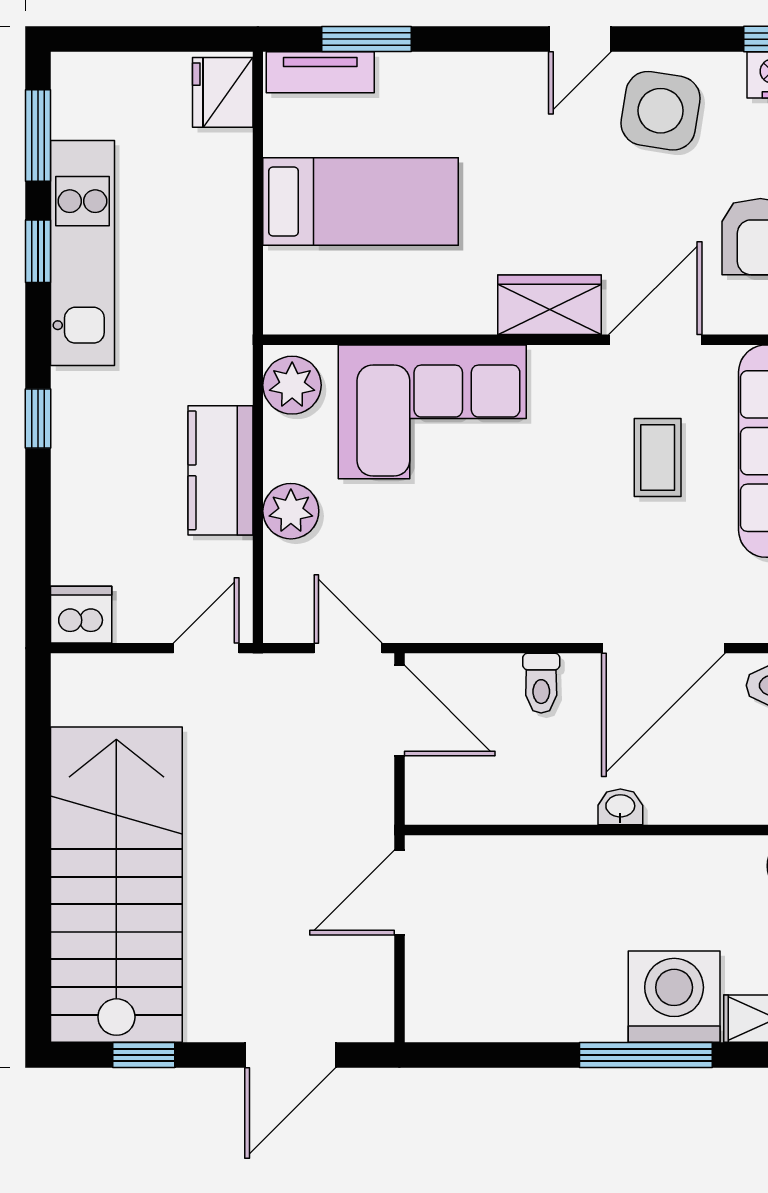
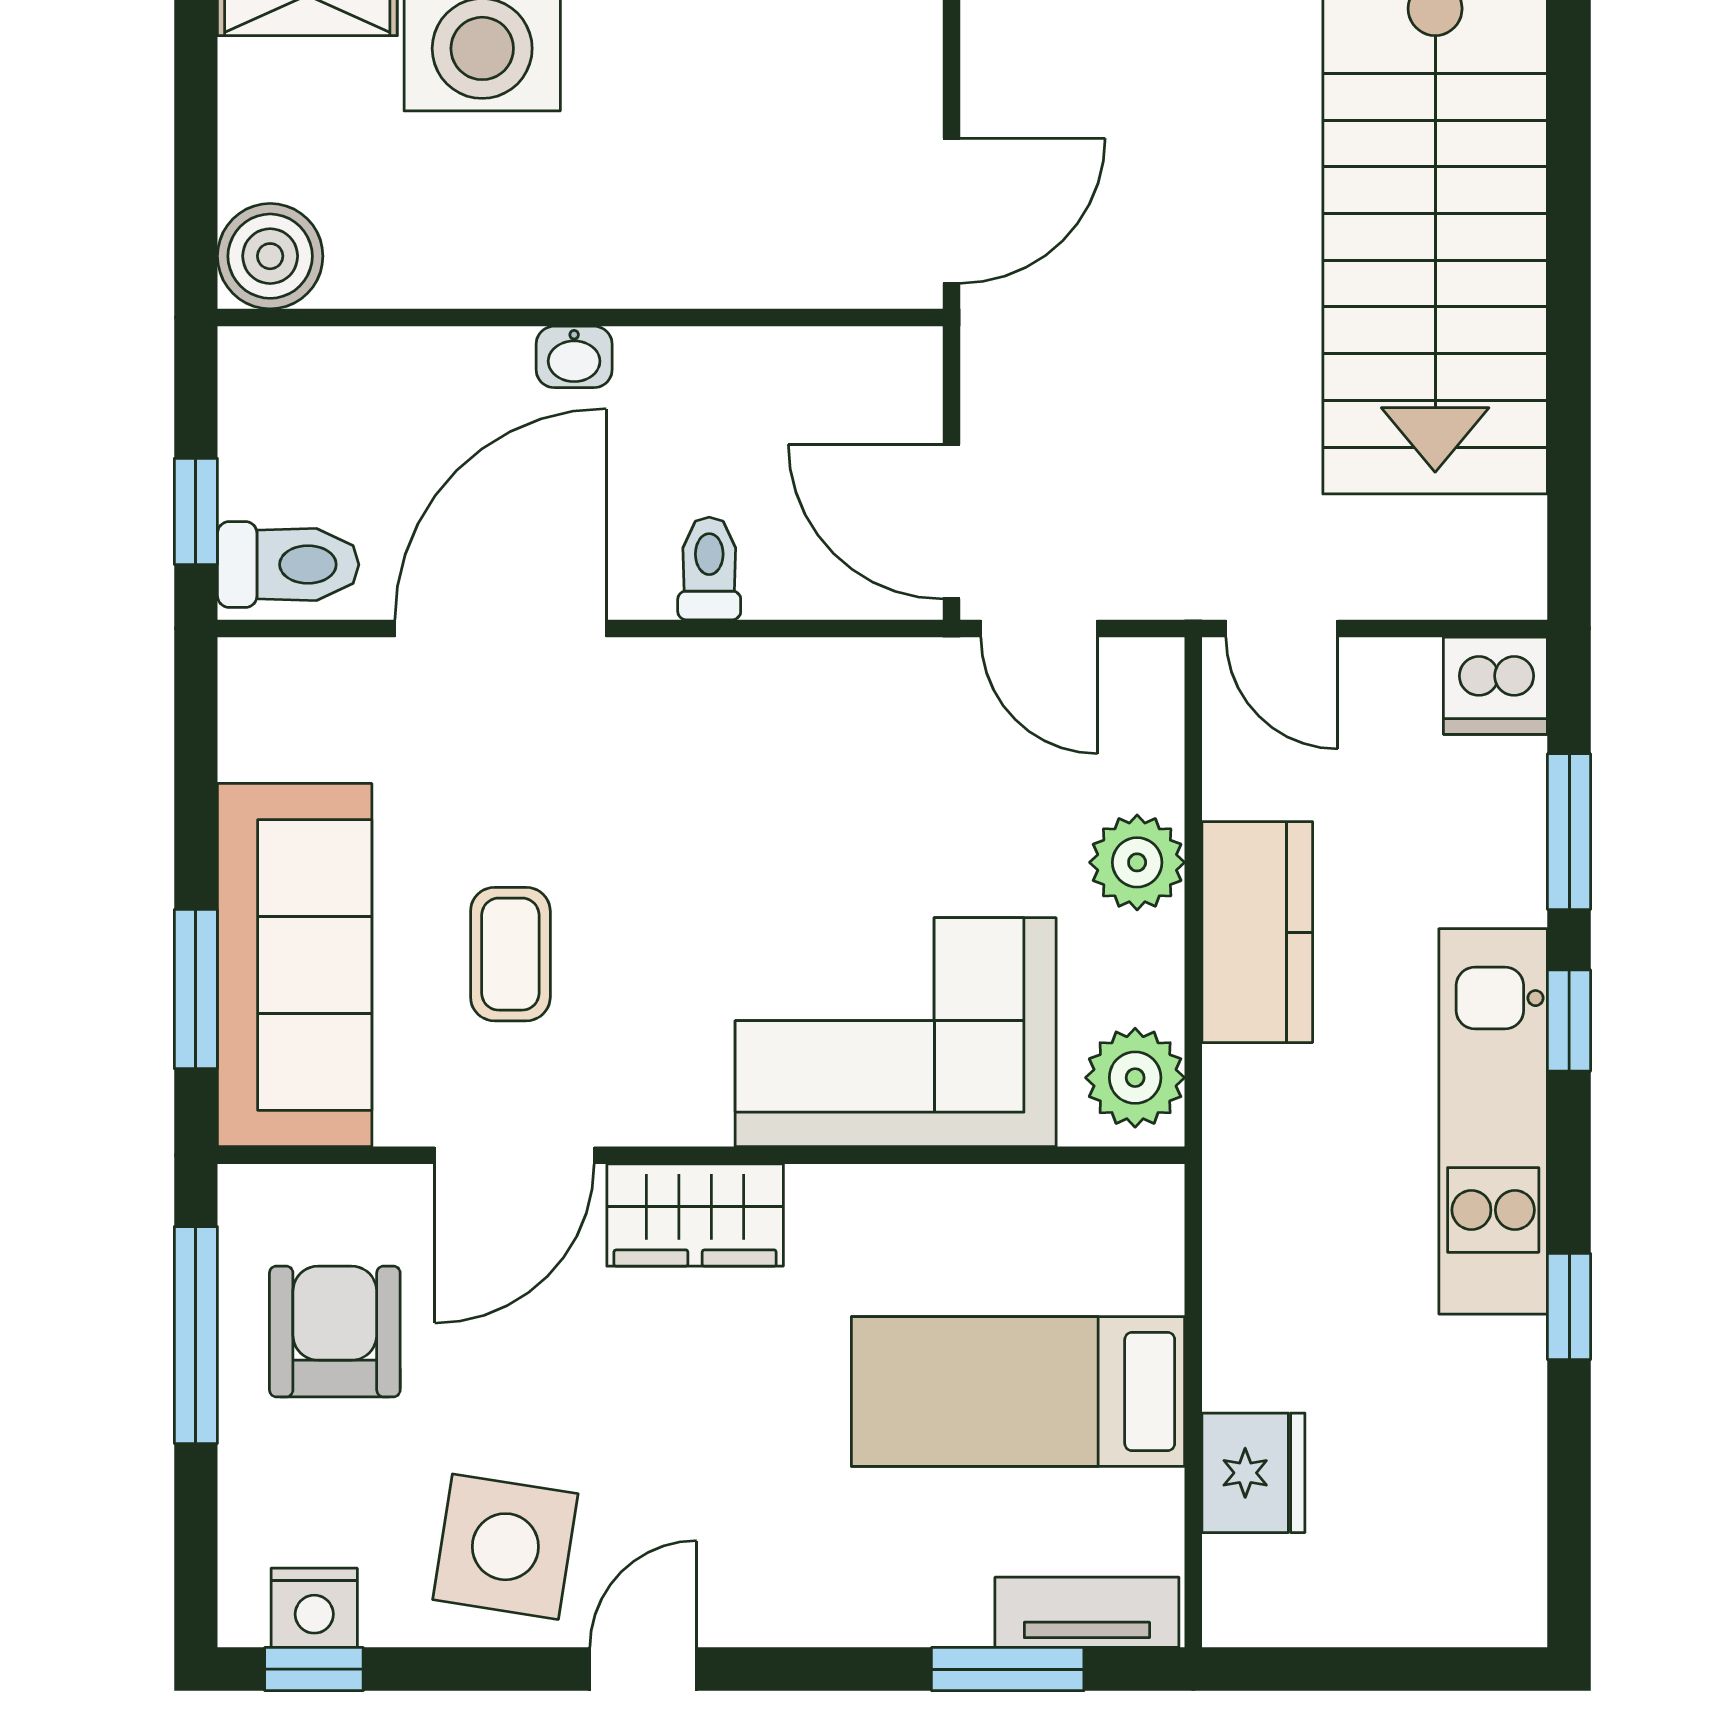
fridge: (223, 92) -> (1253, 1473), moved
window: (38, 135) -> (1569, 832), moved
kitchen unit: (83, 253) -> (1493, 1121), moved
door: (206, 648) -> (1282, 628), hinge flipped

